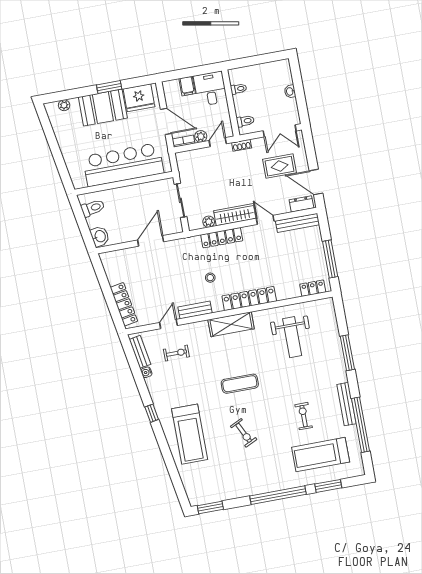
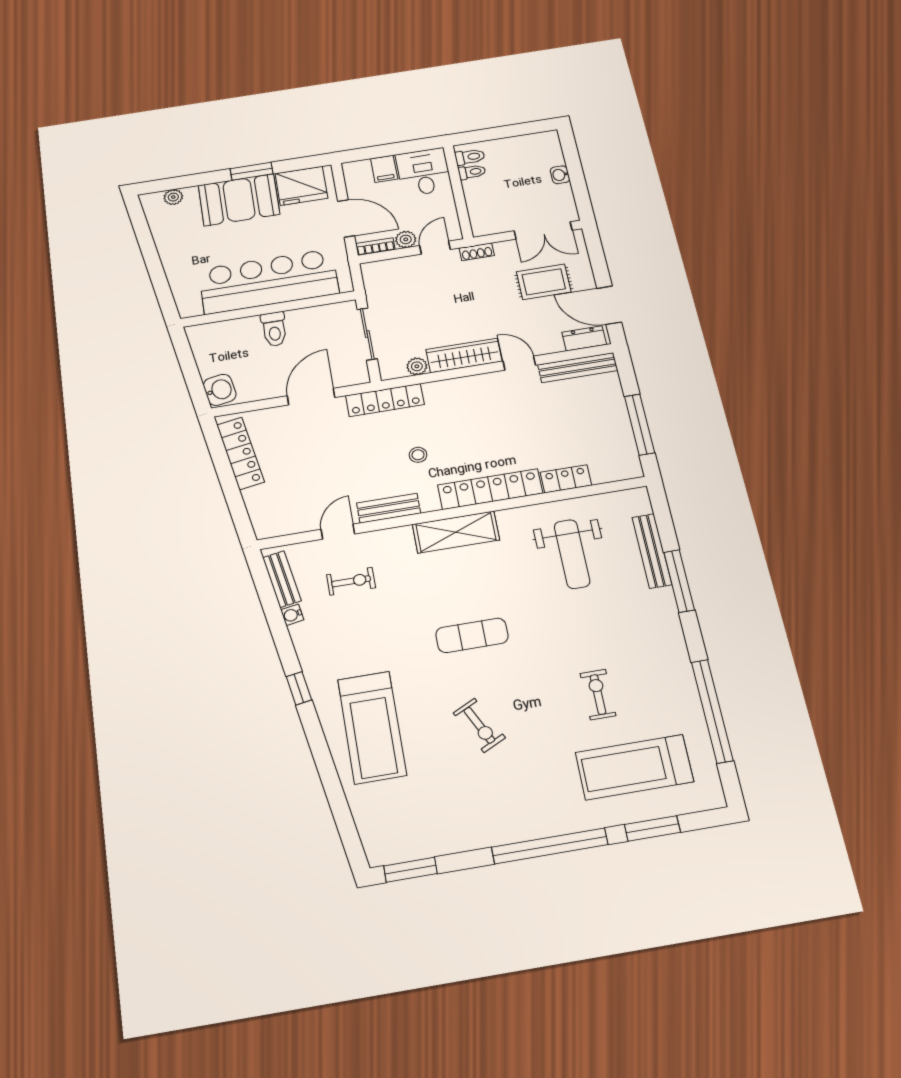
toilet: (245, 121) -> (470, 157), moved
toilet: (93, 208) -> (274, 329), moved, turned 100
locker: (222, 238) -> (385, 400), moved
locker: (313, 288) -> (566, 479), moved
locker: (124, 304) -> (240, 453), moved
bench: (346, 404) -> (652, 551), moved

